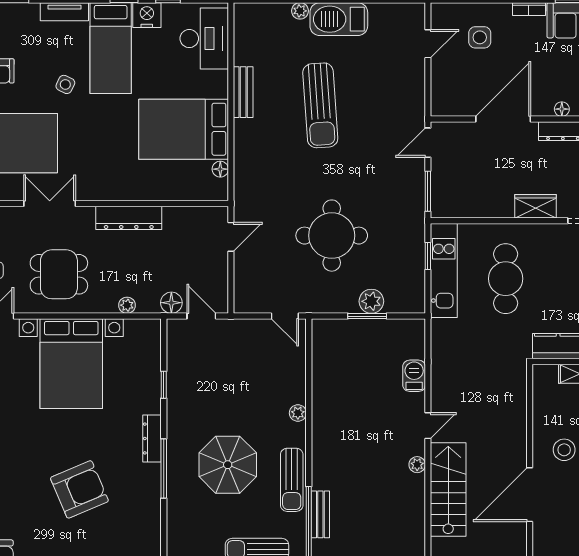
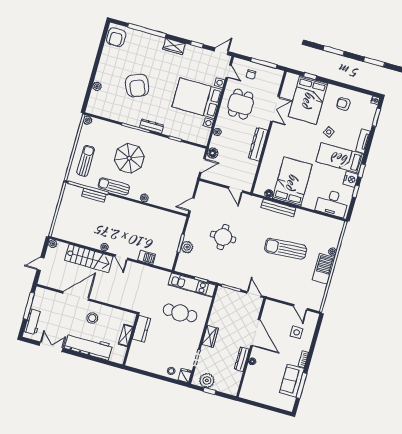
bench: (243, 92) -> (278, 208), moved, width x1.36
round table: (332, 236) -> (223, 237), width x0.73, depth x0.73
door: (530, 495) -> (76, 296), hinge flipped

